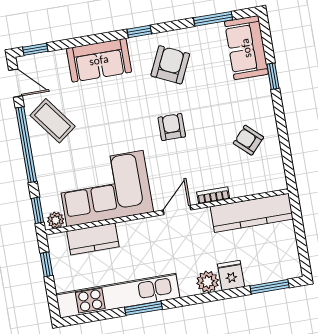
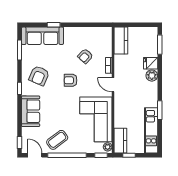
sofa: (246, 48) -> (43, 36), width x1.36
armchair: (170, 65) -> (39, 76), turned -92
door: (16, 83) -> (35, 155), hinge flipped
armchair: (248, 140) -> (85, 56), moved
kitchen counter: (252, 213) -> (121, 41), width x0.67
kitchen counter: (93, 239) -> (120, 141), moved
kitchen unit: (118, 296) -> (151, 130), width x0.73

